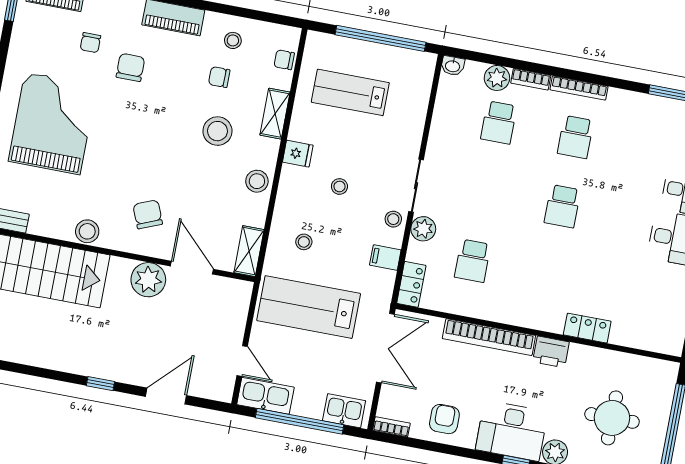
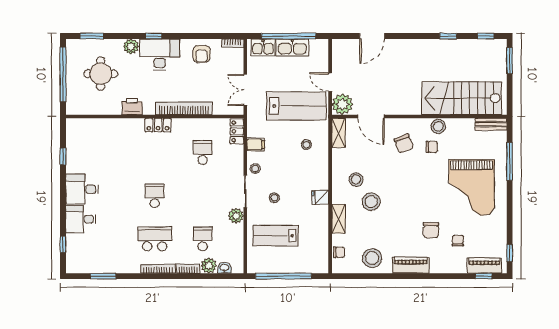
stool: (233, 40) -> (372, 258), width x1.89, depth x1.89
washbasin: (453, 66) -> (224, 268), moved
chair: (219, 77) -> (432, 147), moved
lab bench: (350, 92) -> (276, 236), moved, turned 180
school desk: (575, 137) -> (155, 239), width x1.85
stool: (257, 181) -> (356, 179), moved
stool: (339, 186) -> (274, 198), moved
plant: (423, 229) -> (236, 216), moved
plant: (148, 280) -> (342, 104), moved
locker: (587, 328) -> (158, 125), moved
double door: (385, 348) -> (245, 90), width x0.73
printer: (551, 352) -> (132, 107), moved
door: (242, 361) -> (330, 82), moved
window: (100, 384) -> (448, 36), moved
kitchen sink: (265, 396) -> (292, 48), moved

